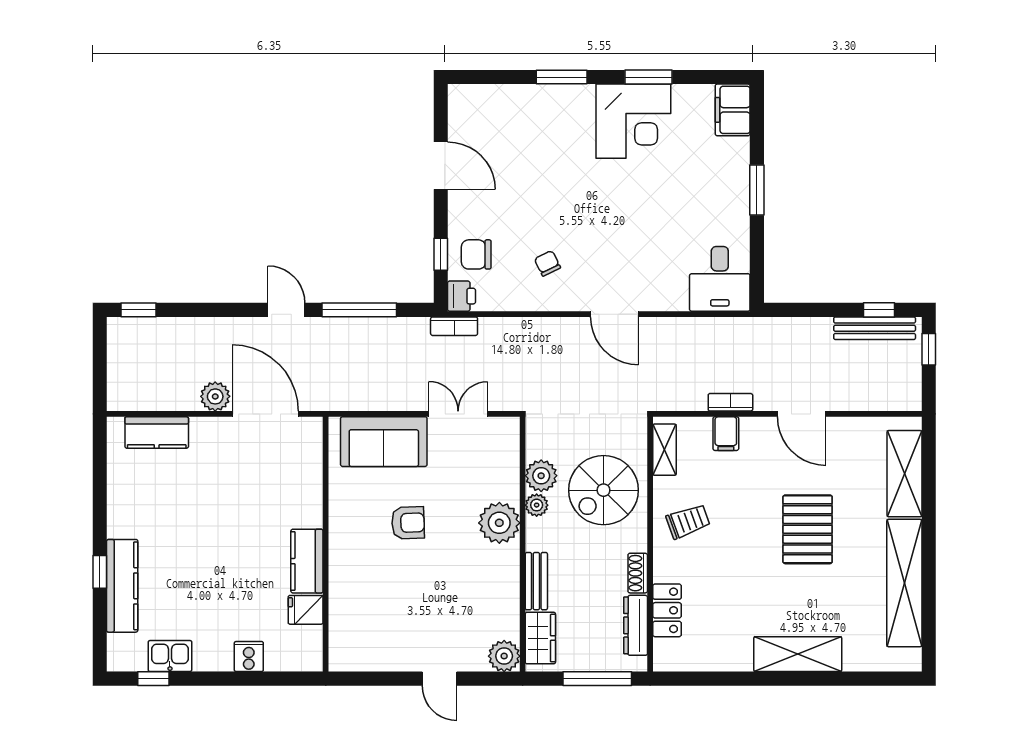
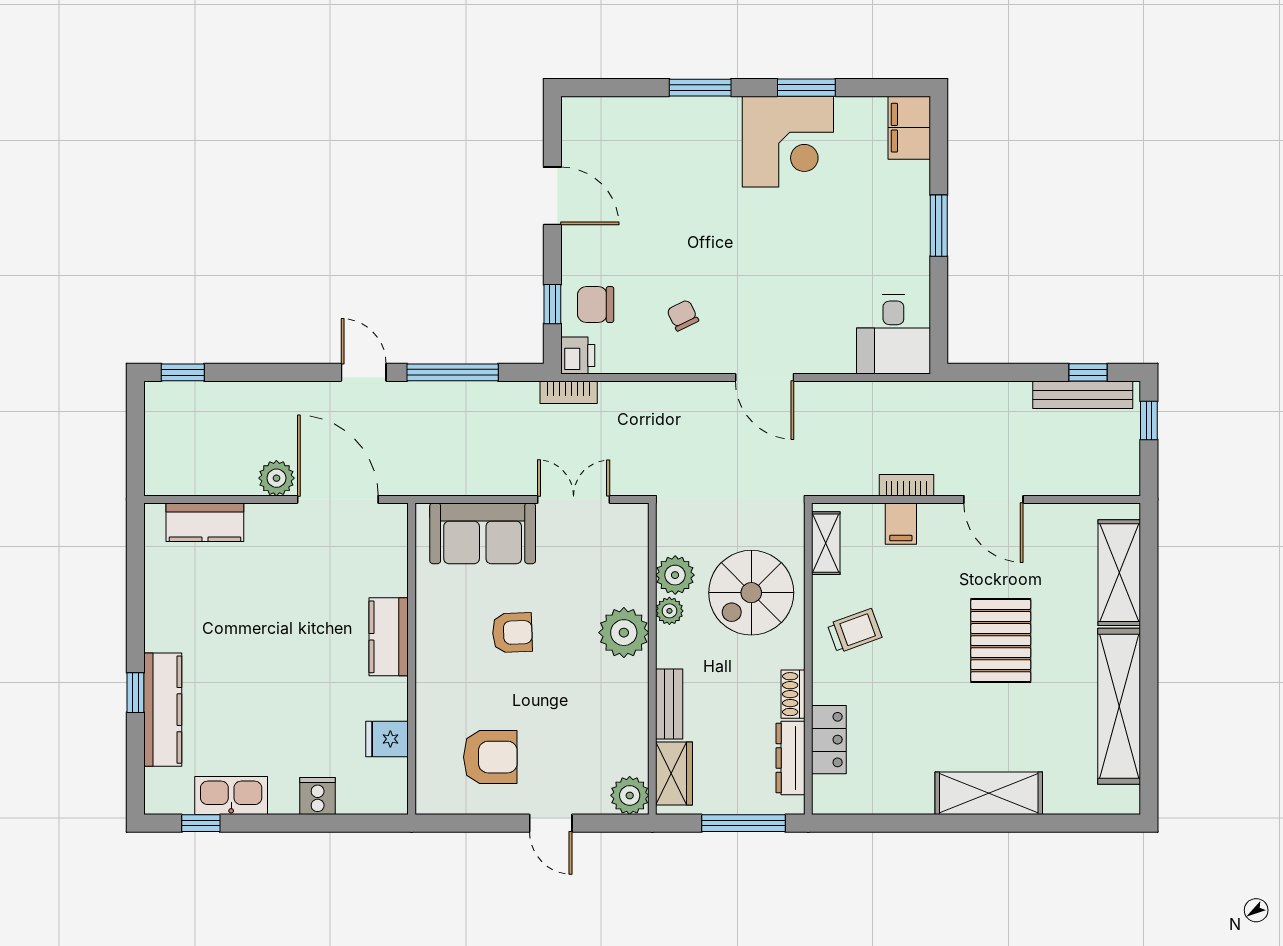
kitchen counter: (307, 561) -> (389, 637), moved
armchair: (390, 625) -> (490, 757), added
kitchen sink: (170, 656) -> (231, 796), width x1.38

